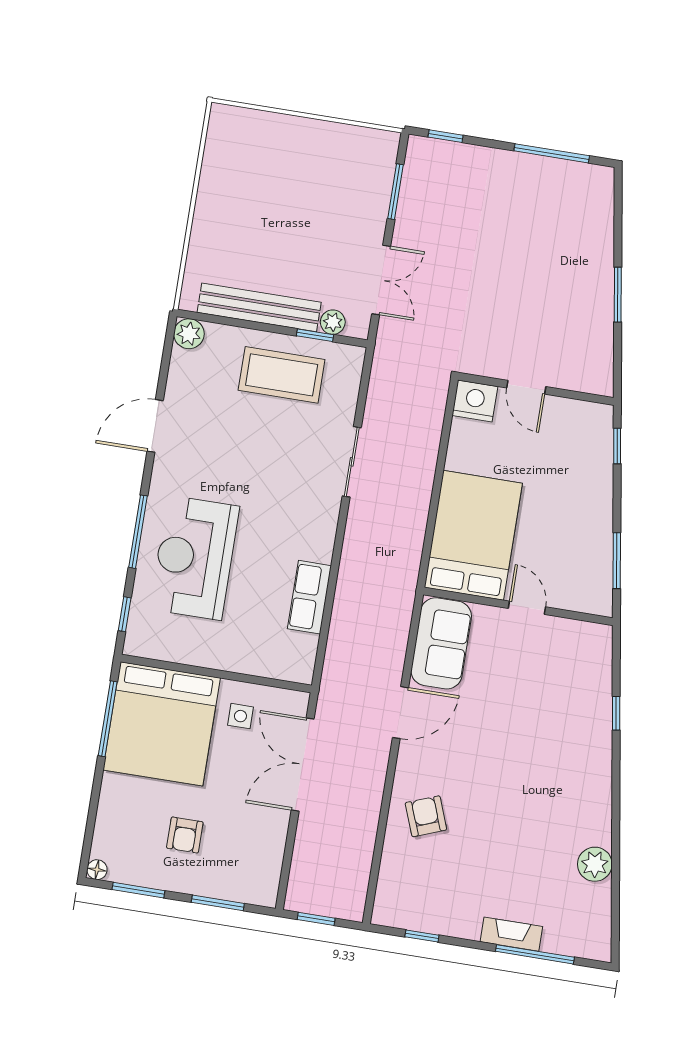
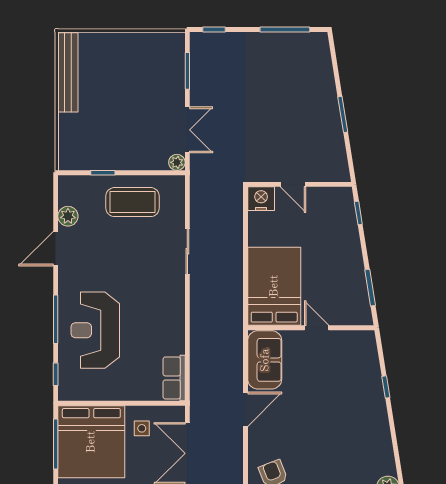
bench: (259, 307) -> (68, 72), moved, turned 90
plant: (333, 322) -> (177, 162), moved
plant: (189, 334) -> (68, 216), moved
window: (315, 335) -> (103, 173), moved
row of seats: (309, 597) -> (174, 378), moved

